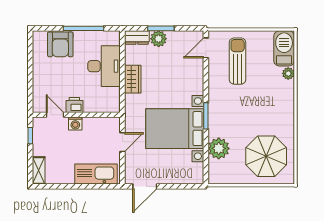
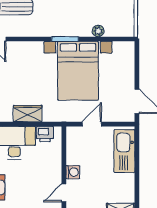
printer: (74, 105) -> (45, 134), moved, turned -90
door: (122, 142) -> (92, 124), hinge flipped
plant: (219, 148) -> (98, 31), width x0.53, depth x0.53

